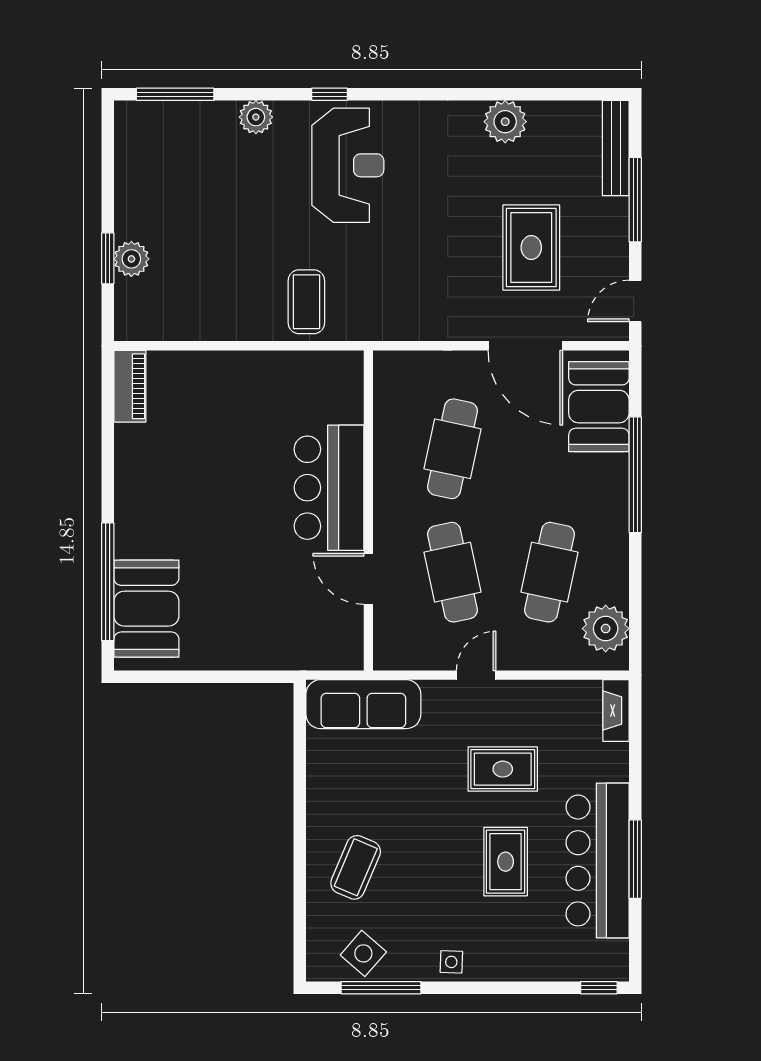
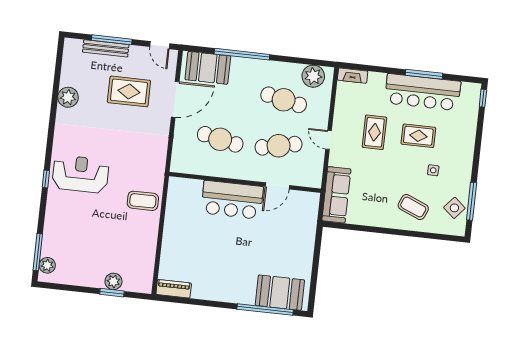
plant: (256, 117) -> (47, 265), moved
bench: (616, 148) -> (106, 48), moved
side table: (451, 962) -> (433, 170), moved

